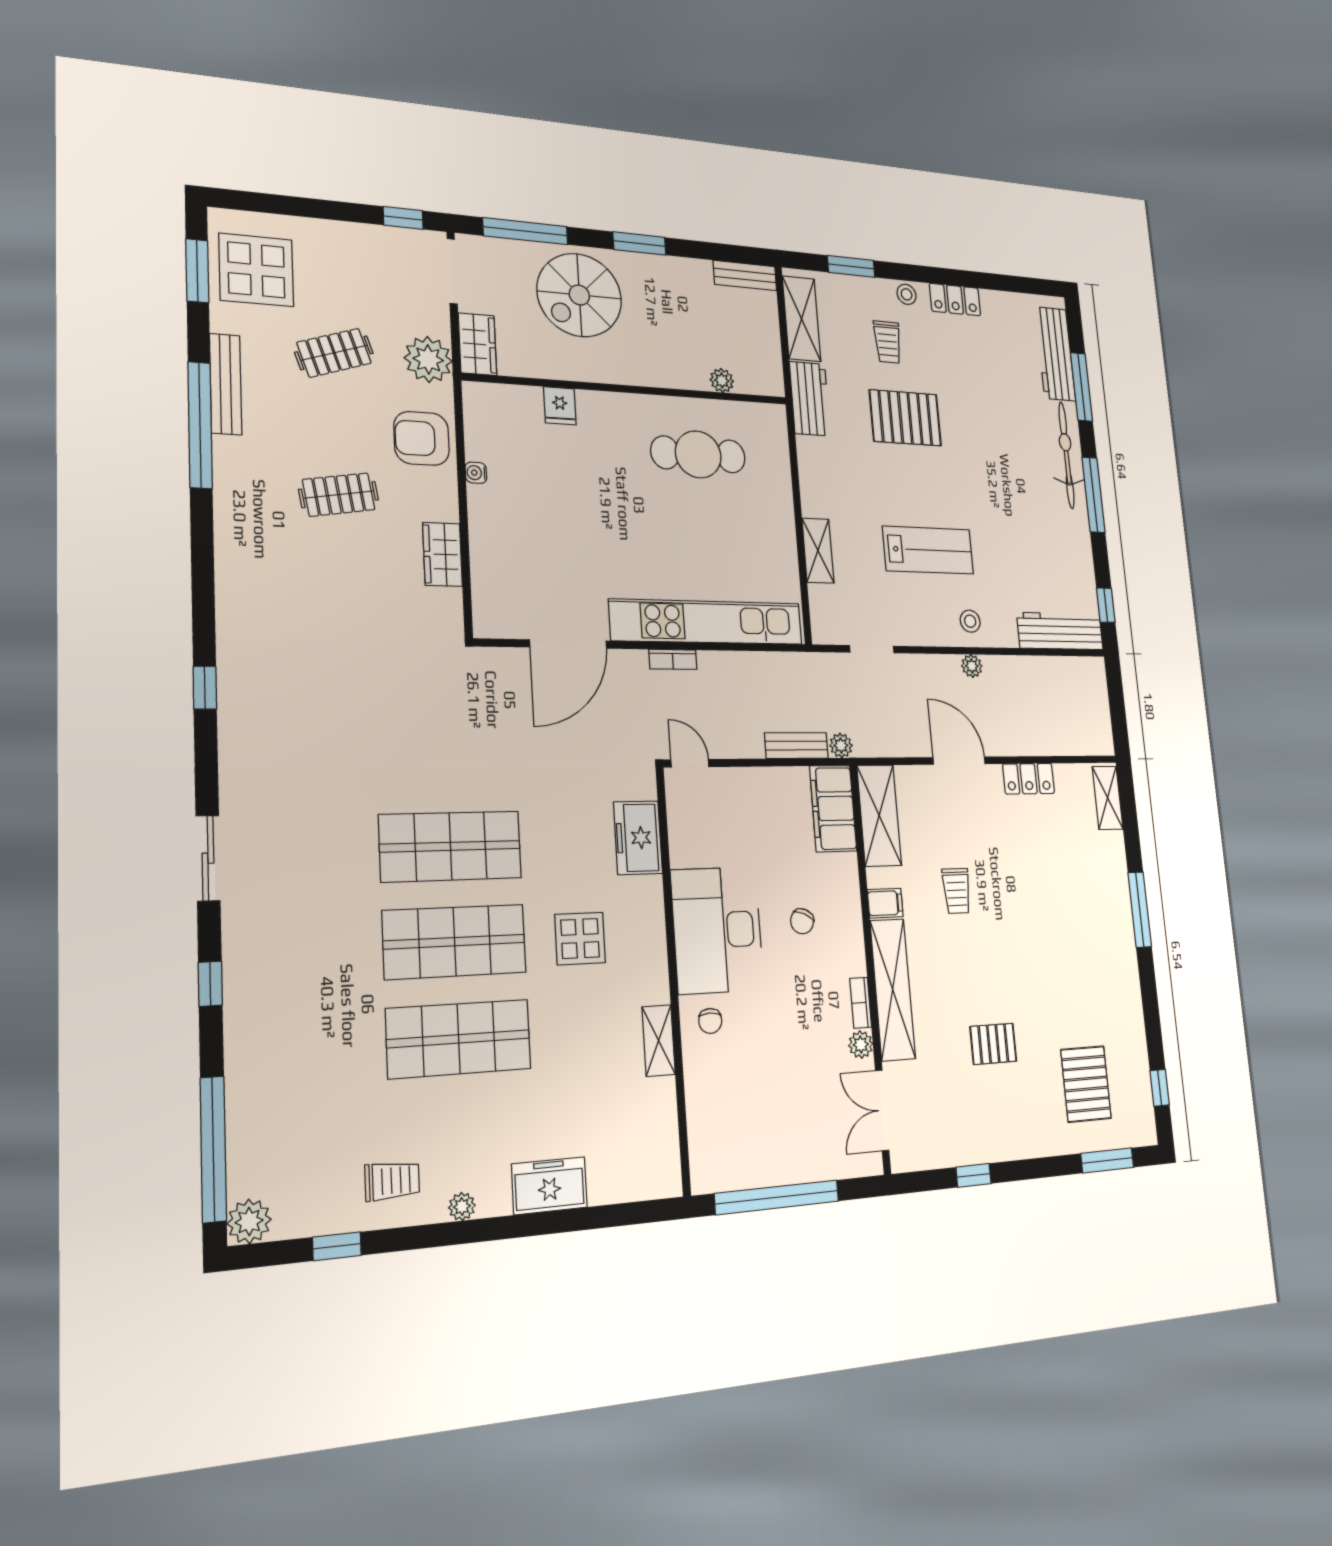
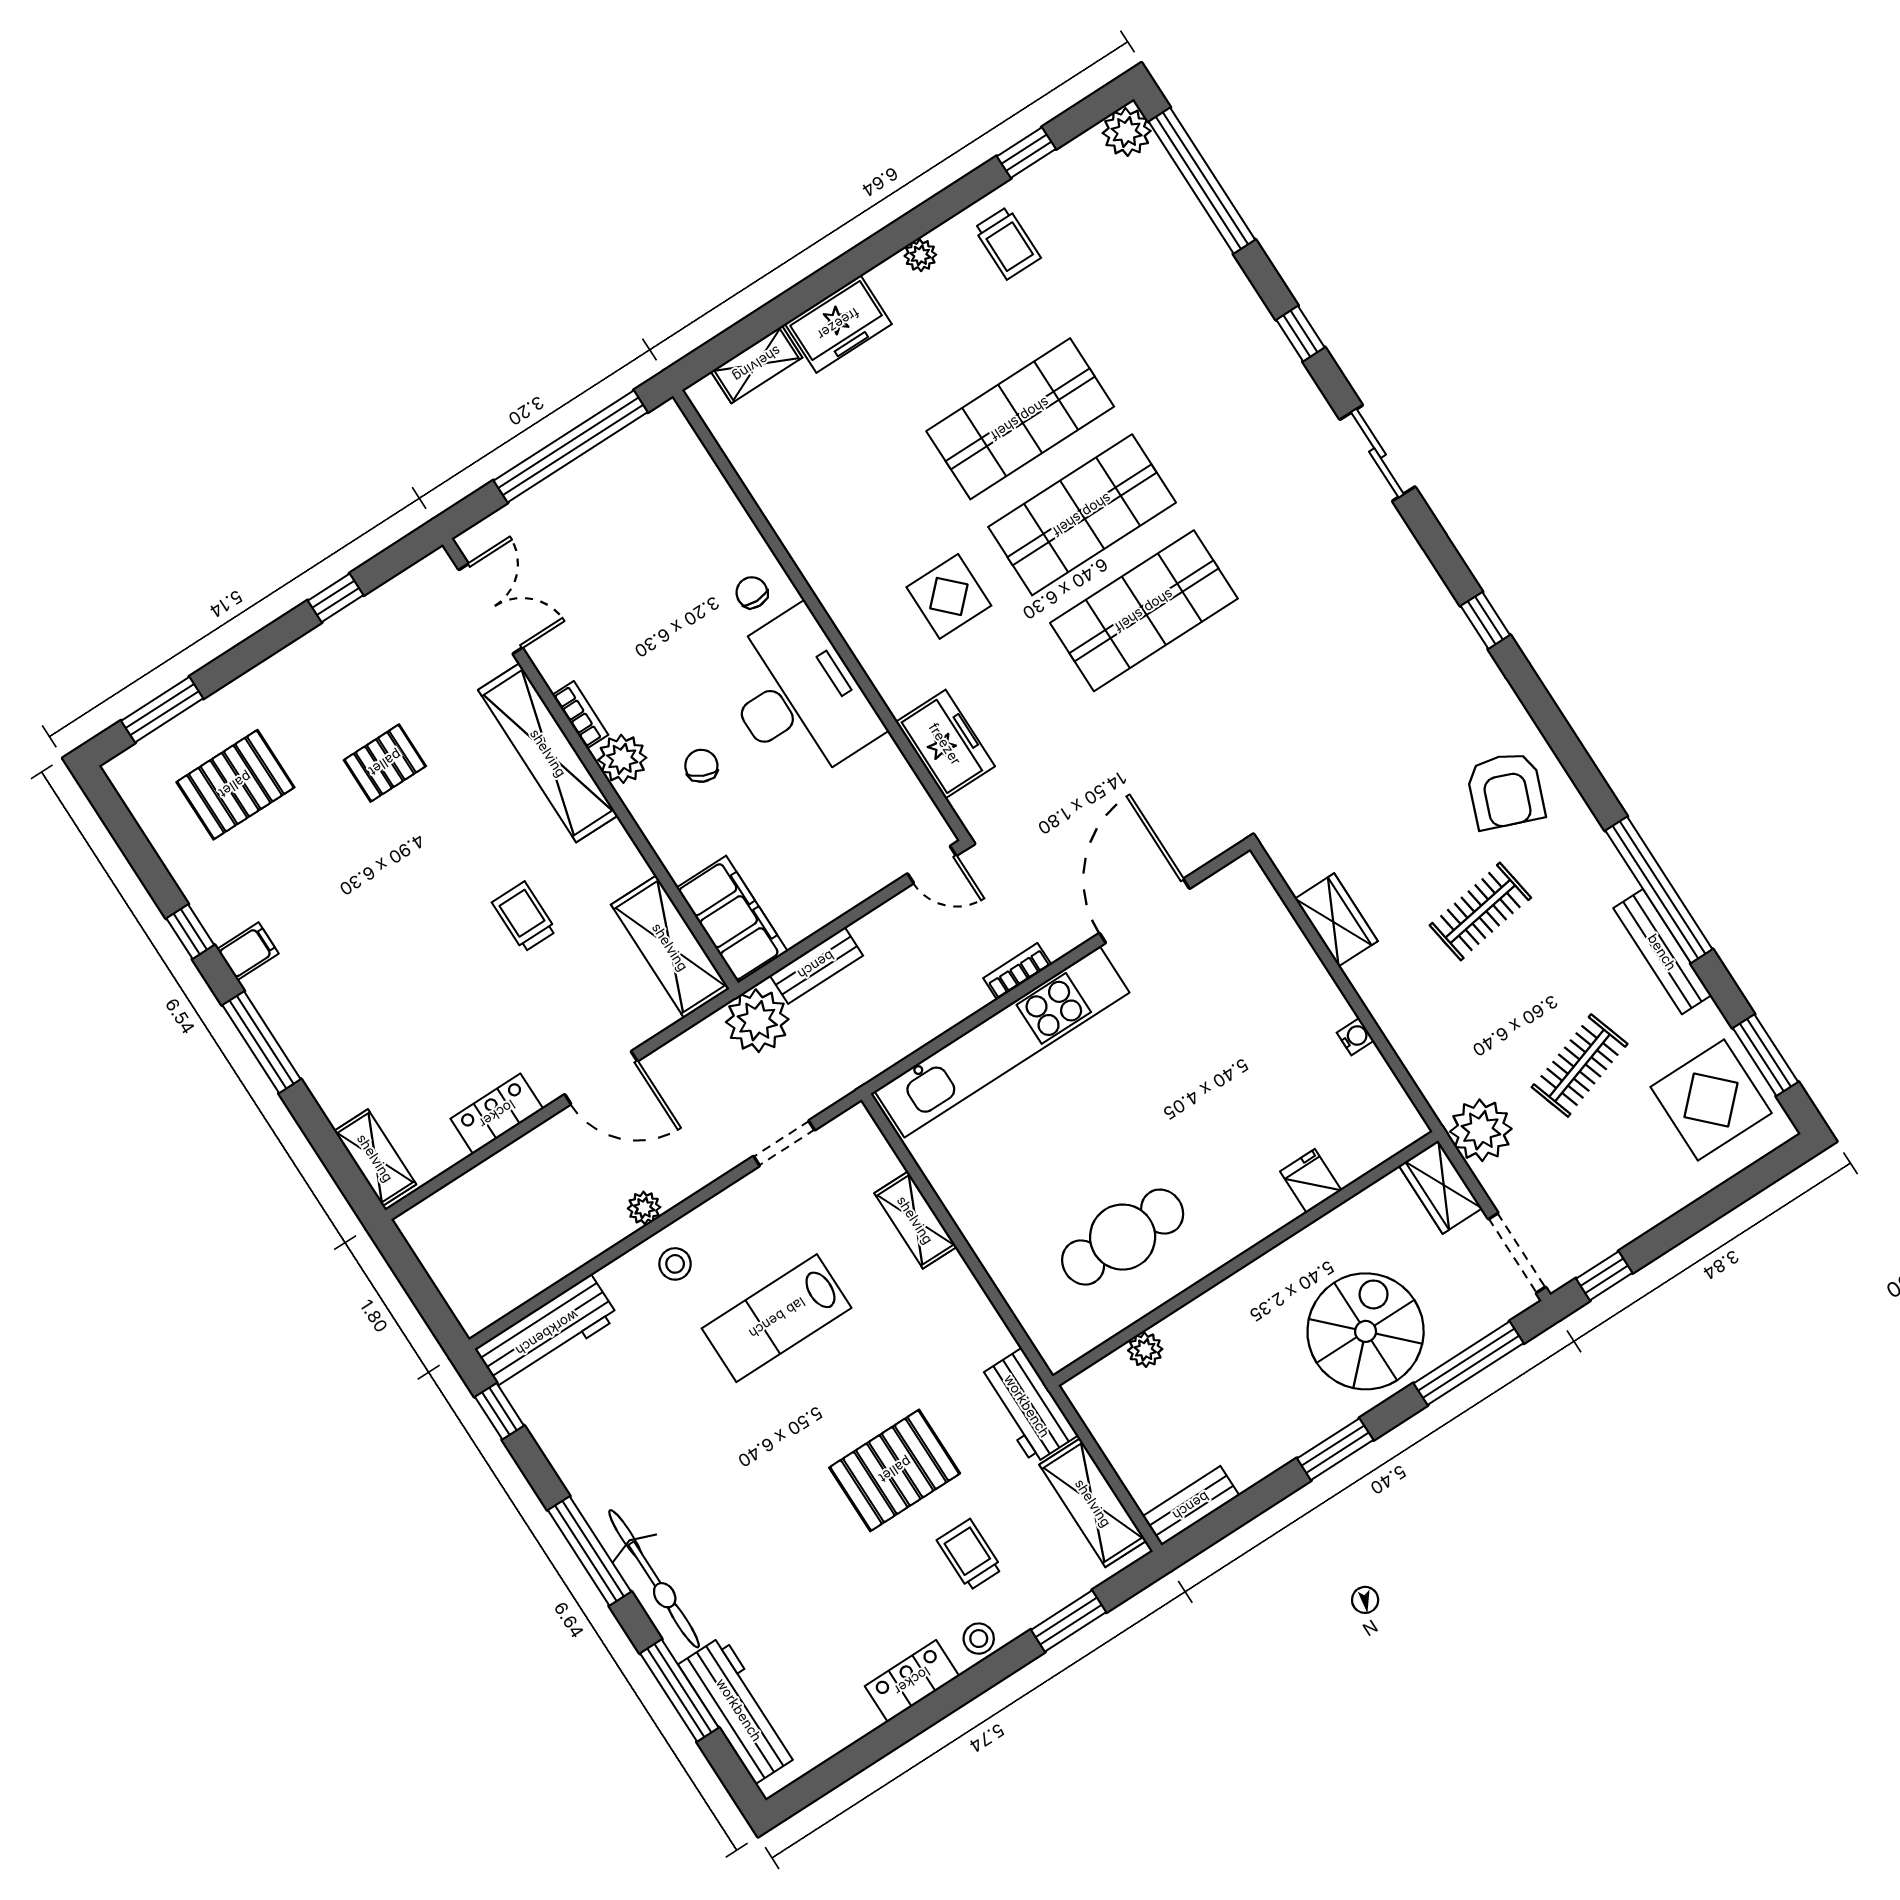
armchair: (422, 438) -> (1506, 791), moved, turned 111
plant: (841, 745) -> (757, 1021), width x1.88, depth x1.88
filing cabinet: (885, 903) -> (248, 951), moved, turned 180
shelving: (659, 1041) -> (757, 364), moved, turned 90
plant: (861, 1045) -> (622, 759), moved, width x1.38, depth x1.38
pallet: (1086, 1084) -> (235, 785), turned 90
window: (1160, 1088) -> (190, 932), moved
trolley: (392, 1181) -> (1007, 243), turned -90

